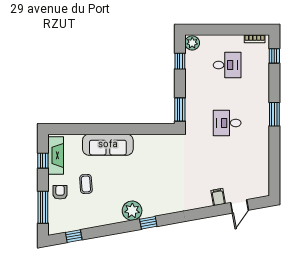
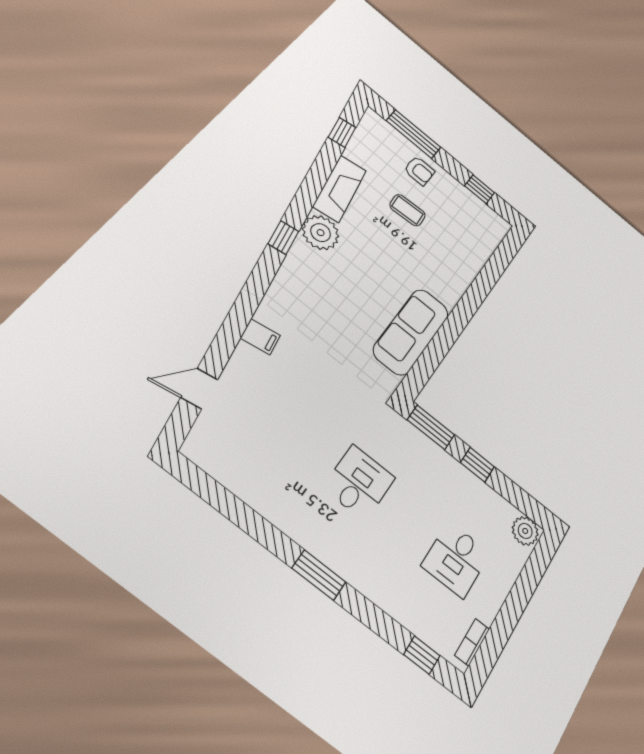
window: (180, 61) -> (477, 465), moved
sofa: (108, 145) -> (411, 332), moved
fireplace: (56, 155) -> (340, 189), moved, turned -100
filing cabinet: (218, 197) -> (260, 337), moved
door: (240, 206) -> (199, 389), hinge flipped

